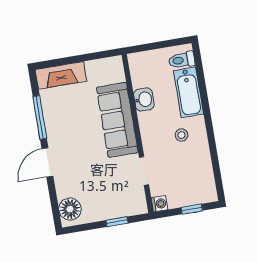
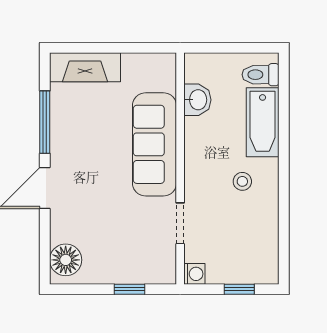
washbasin: (144, 99) -> (197, 100), moved

